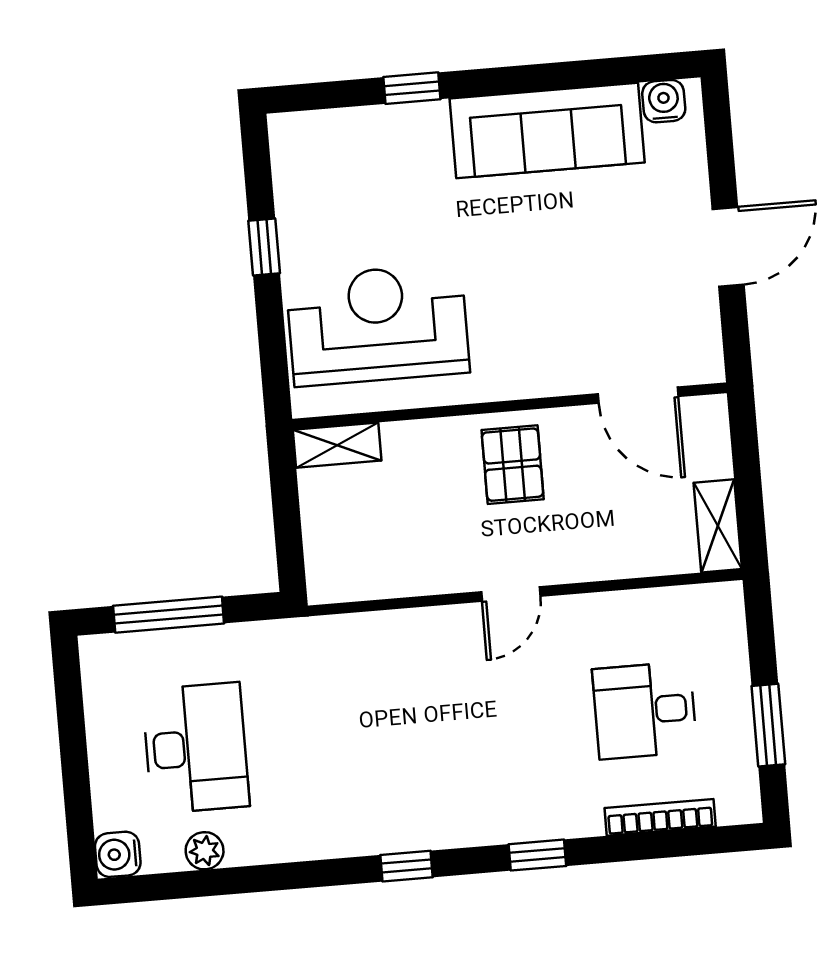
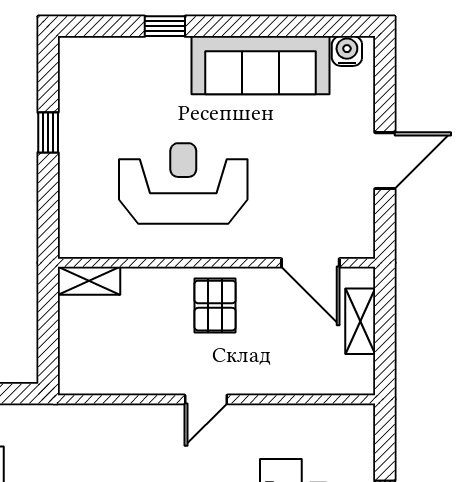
reception desk: (378, 325) -> (183, 183), moved
shelving: (718, 526) -> (360, 321), moved

